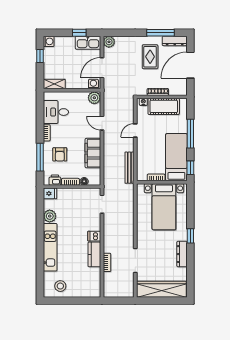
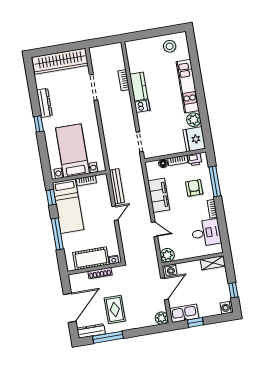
door: (135, 130) -> (115, 213), moved
fridge: (50, 193) -> (194, 139), width x1.88, depth x1.34

